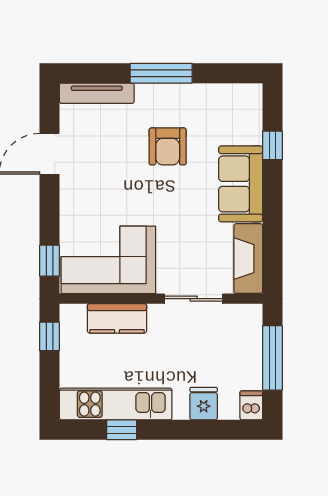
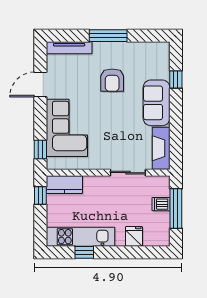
corner sofa: (108, 260) -> (67, 128), moved, turned 90
kitchen counter: (117, 318) -> (64, 185), moved
dishwasher: (251, 405) -> (161, 204), moved, turned -90

